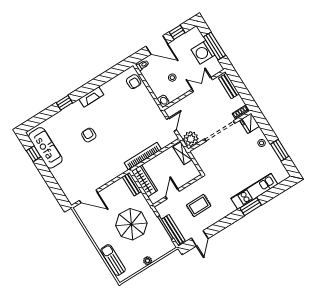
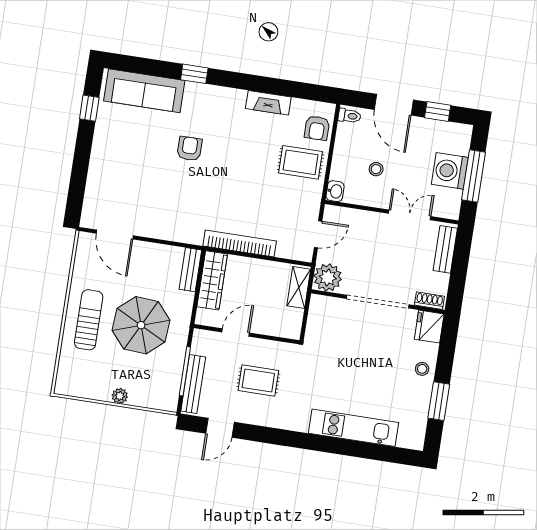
fireplace: (91, 97) -> (268, 103), moved
rug: (139, 101) -> (301, 162), added
sofa: (45, 148) -> (144, 91), moved, turned 90
window: (251, 207) -> (330, 445), removed
sun lounger: (113, 260) -> (89, 320), moved

